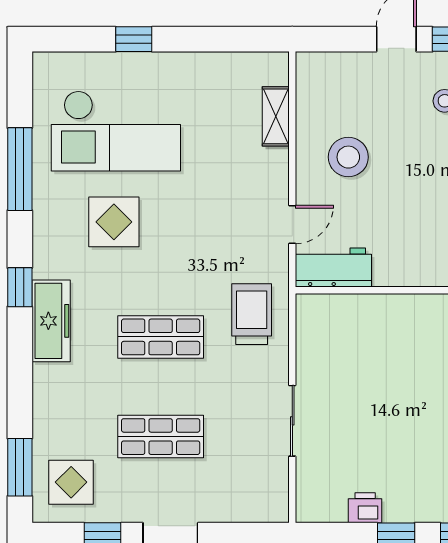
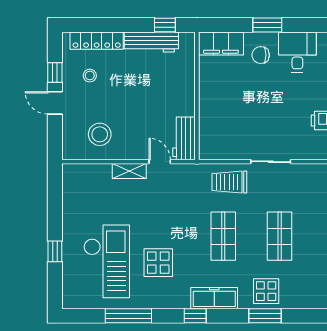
shelving: (276, 116) -> (129, 171), moved
stool: (348, 157) -> (100, 134), moved
trolley: (252, 314) -> (229, 182), moved
window: (20, 467) -> (265, 316), moved
display table: (71, 482) -> (266, 291), moved

